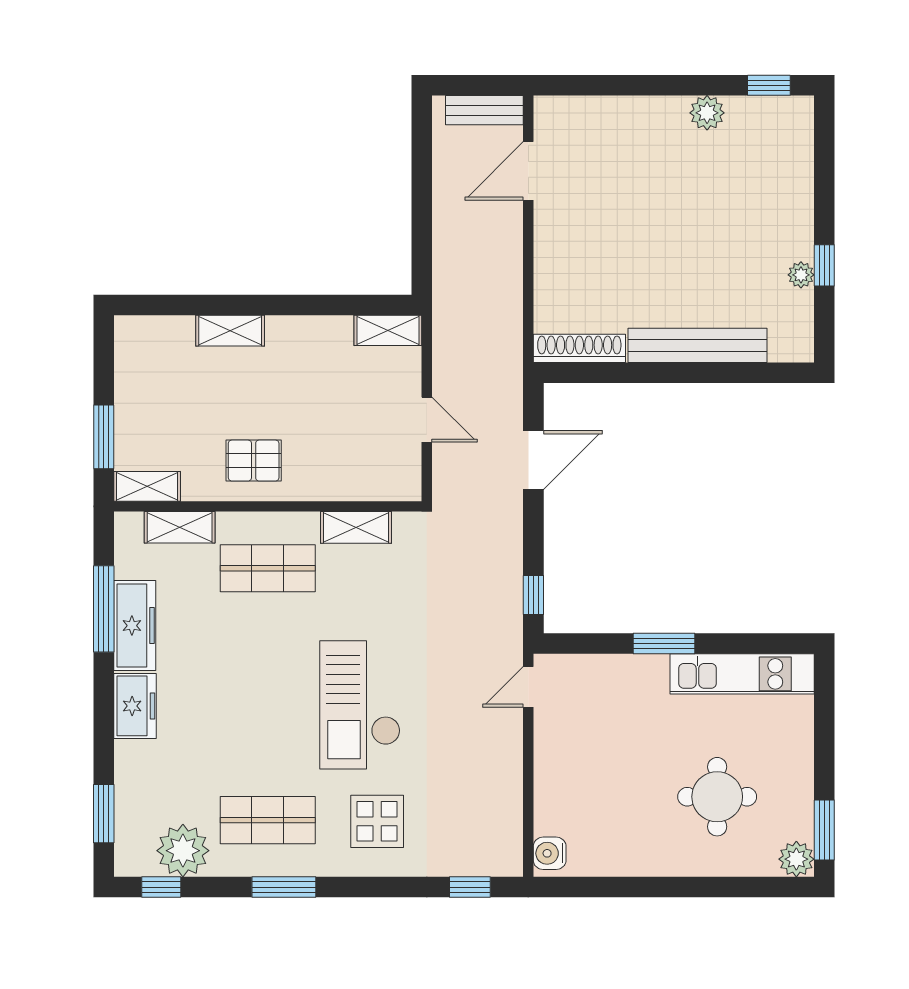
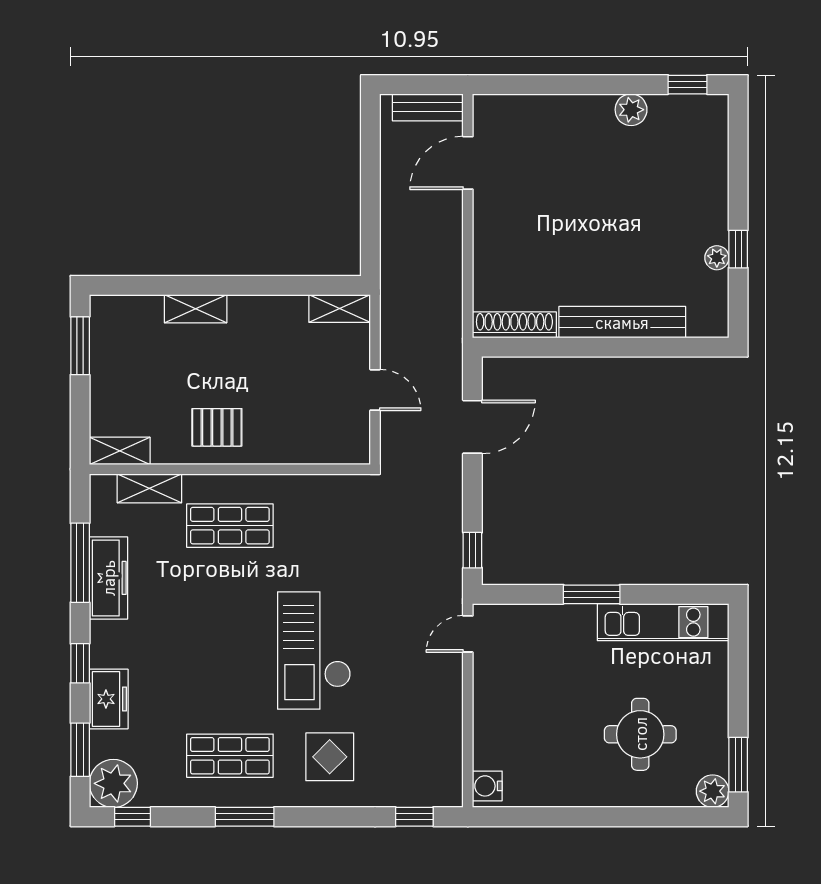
window: (104, 437) -> (80, 346), moved
shelving: (356, 527) -> (311, 488), removed
freezer: (135, 706) -> (109, 699), moved
window: (104, 719) -> (80, 663), added
plant: (183, 851) -> (113, 783), moved

